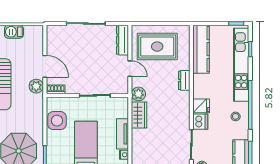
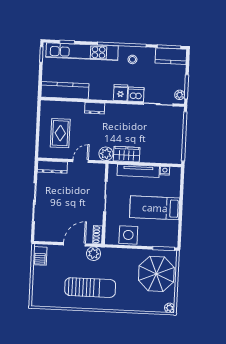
barbecue: (14, 32) -> (40, 256), moved
rug: (157, 47) -> (60, 133), width x0.73, depth x0.70
tv unit: (123, 134) -> (138, 171), width x1.41

